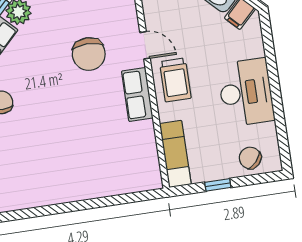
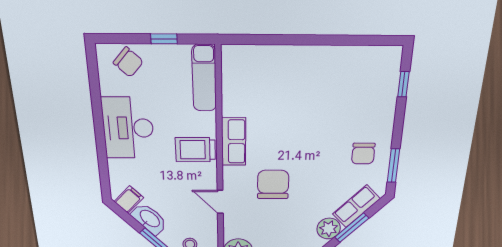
door: (145, 45) -> (220, 202), moved
trolley: (175, 80) -> (195, 150), turned -90

